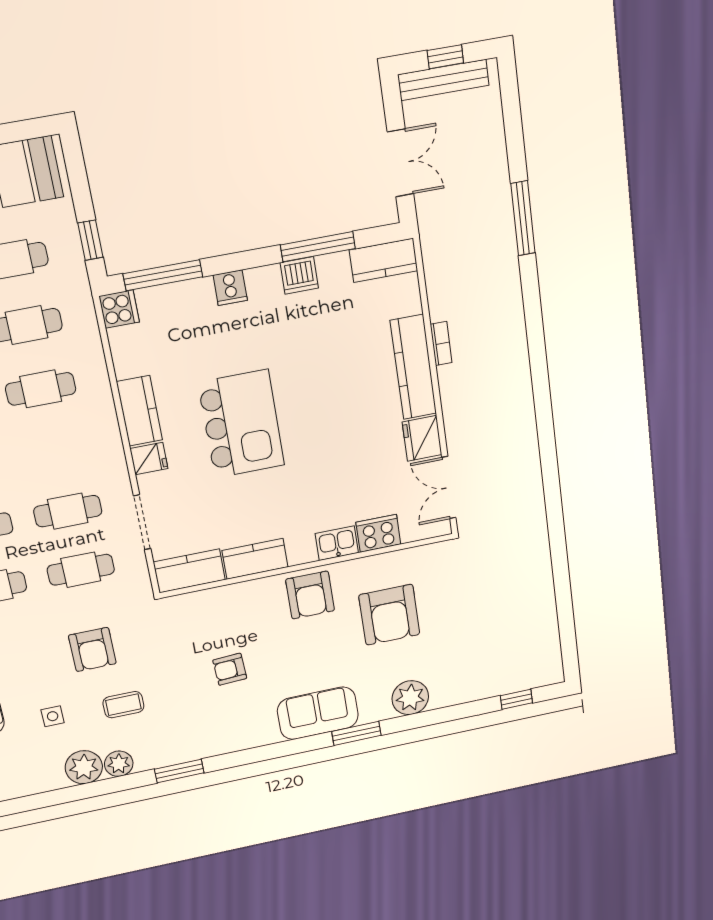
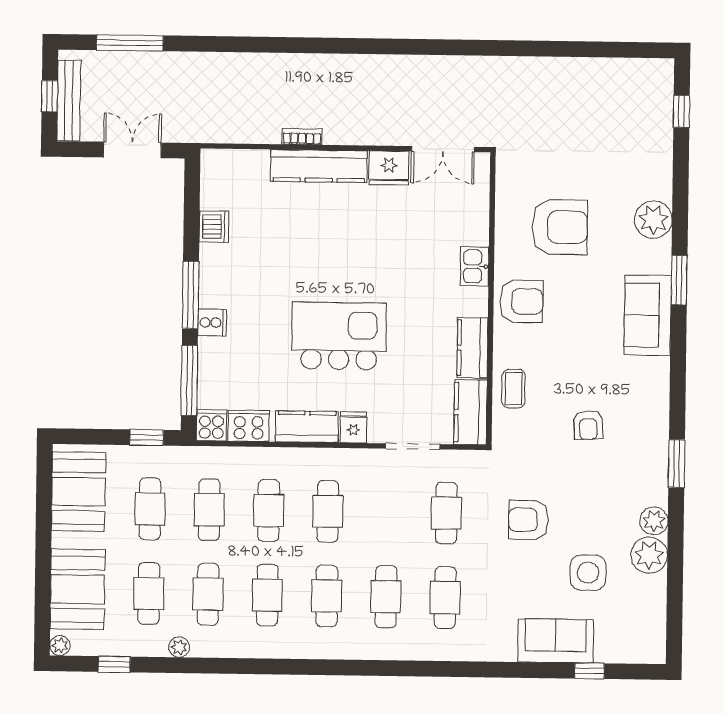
window: (523, 218) -> (130, 43), moved
window: (318, 247) -> (191, 295), moved
kitchen counter: (384, 260) -> (215, 179), removed
dishwasher: (299, 275) -> (214, 227), moved
cafe table: (68, 511) -> (328, 511), moved
cooker: (378, 533) -> (249, 426), moved, turned 90
armchair: (92, 649) -> (528, 520), turned 180
armchair: (230, 669) -> (588, 425), moved
coffee table: (123, 705) -> (514, 389), moved
side table: (53, 716) -> (588, 573), width x1.87, depth x1.87

